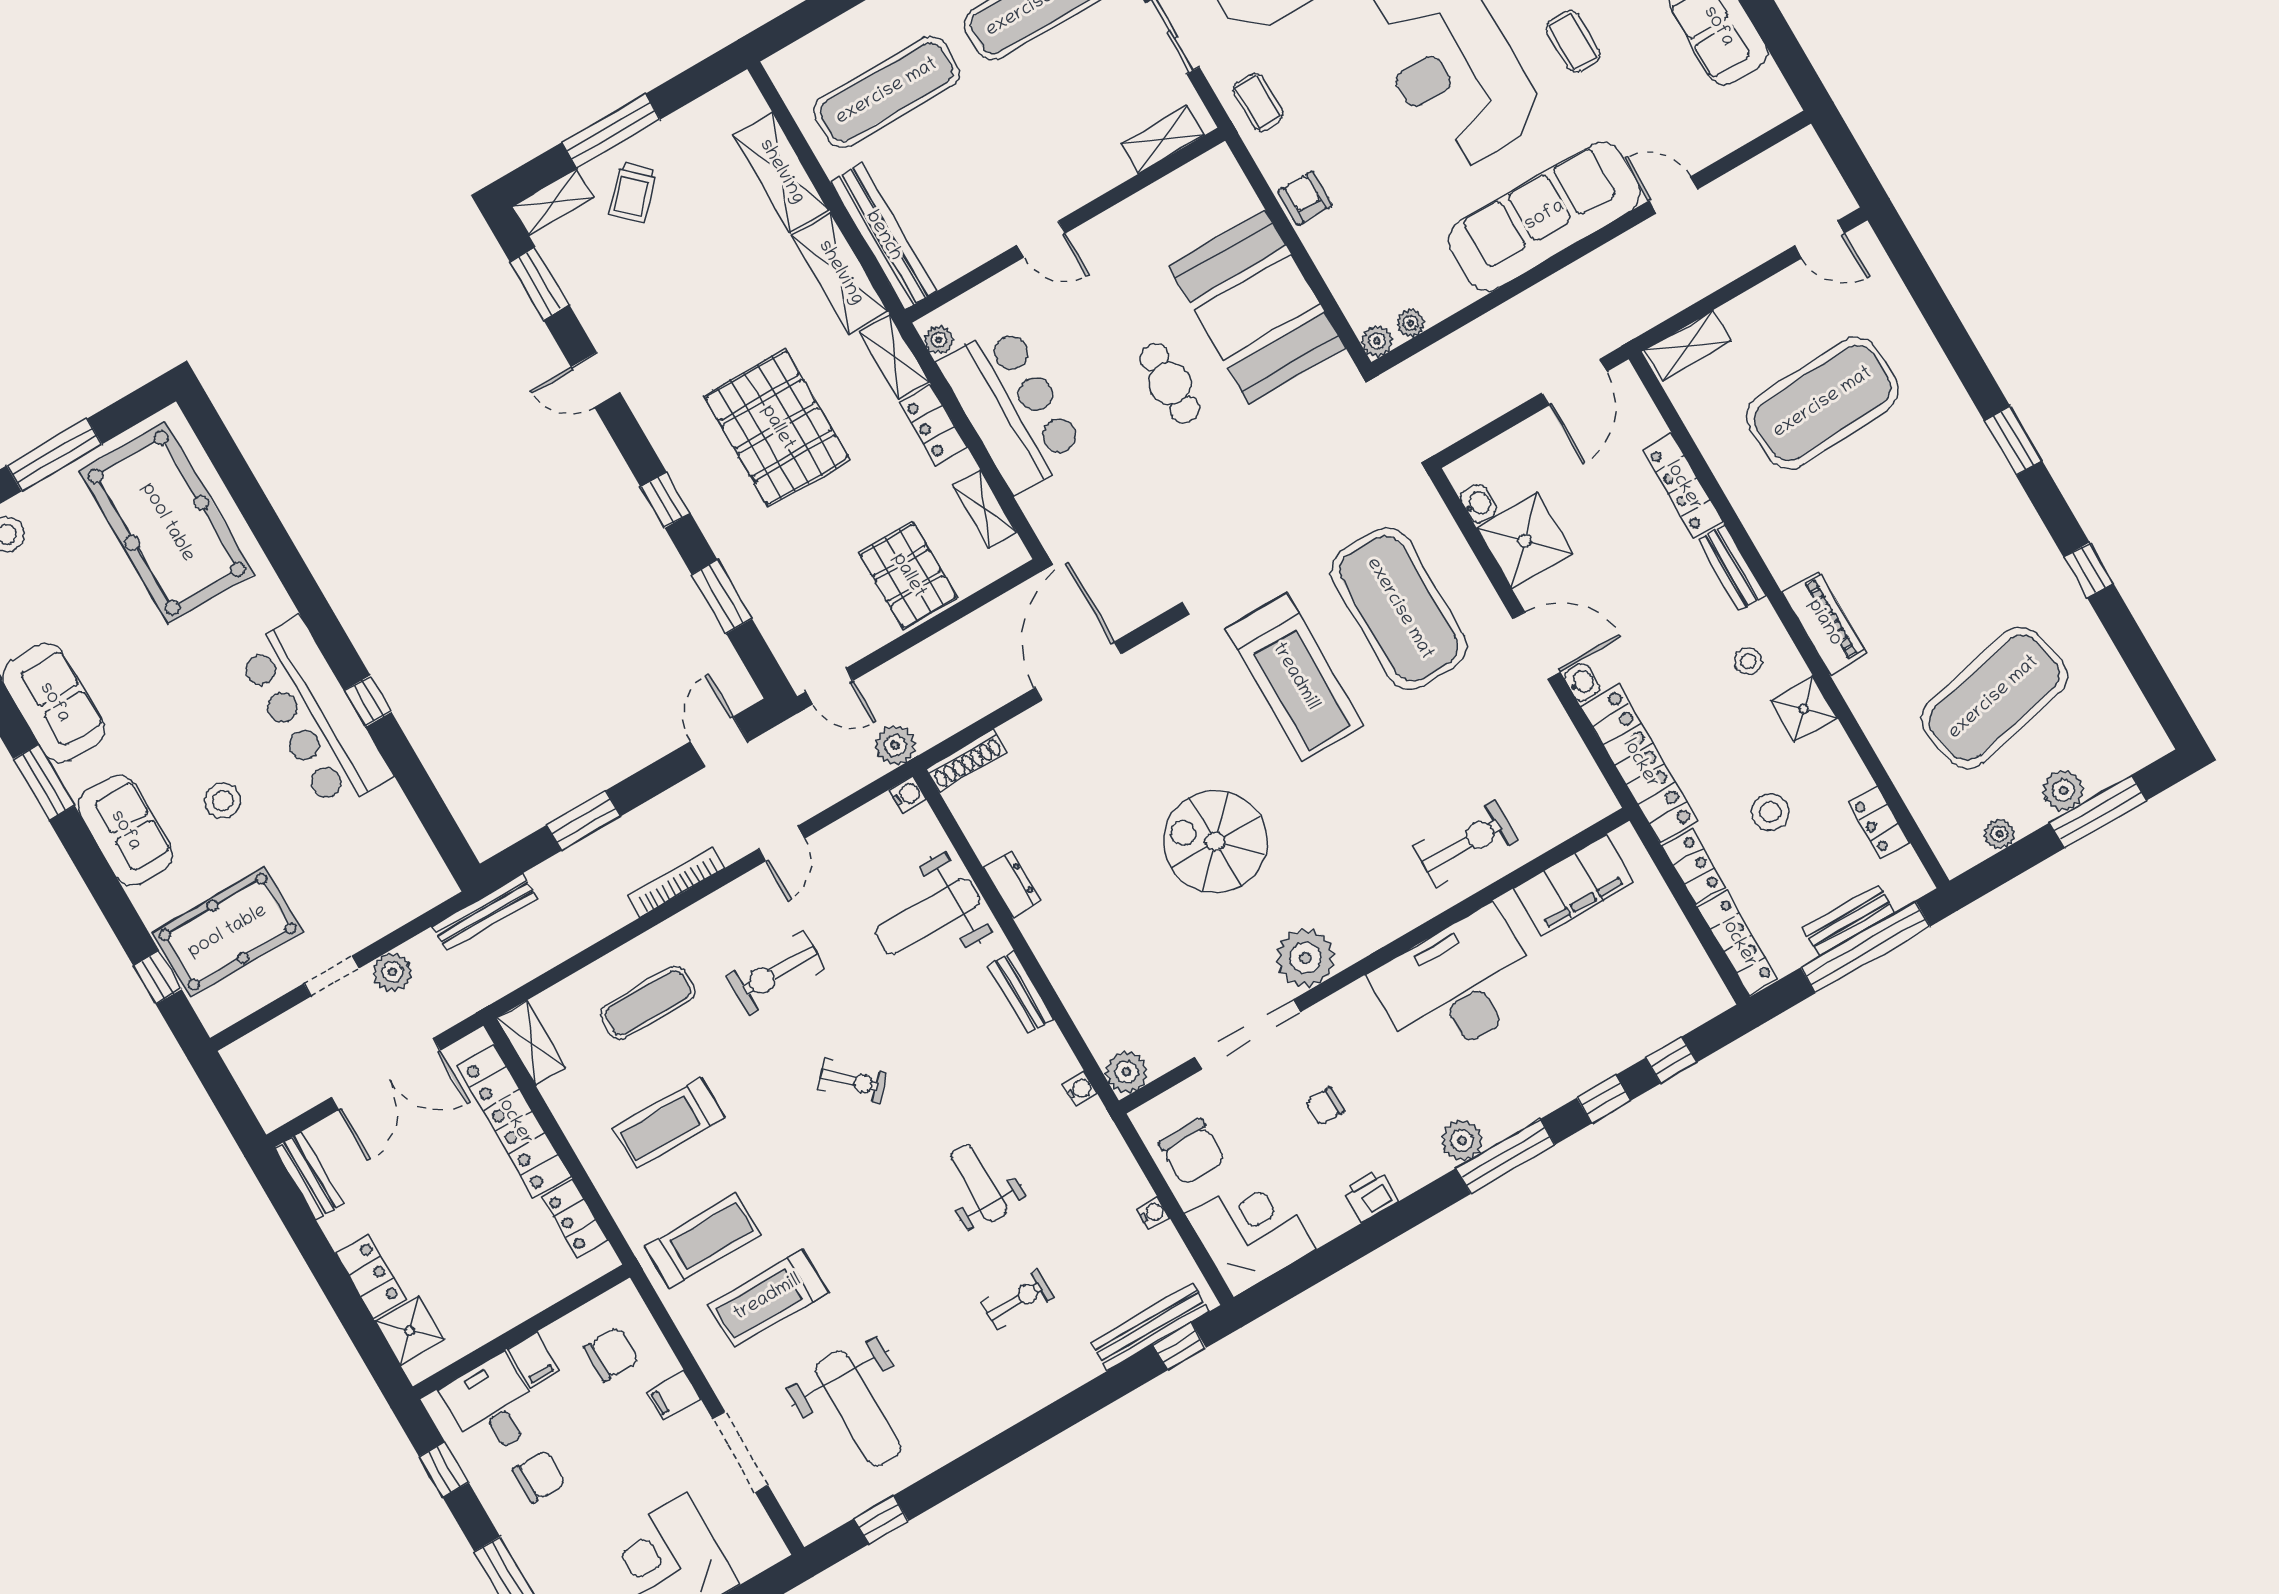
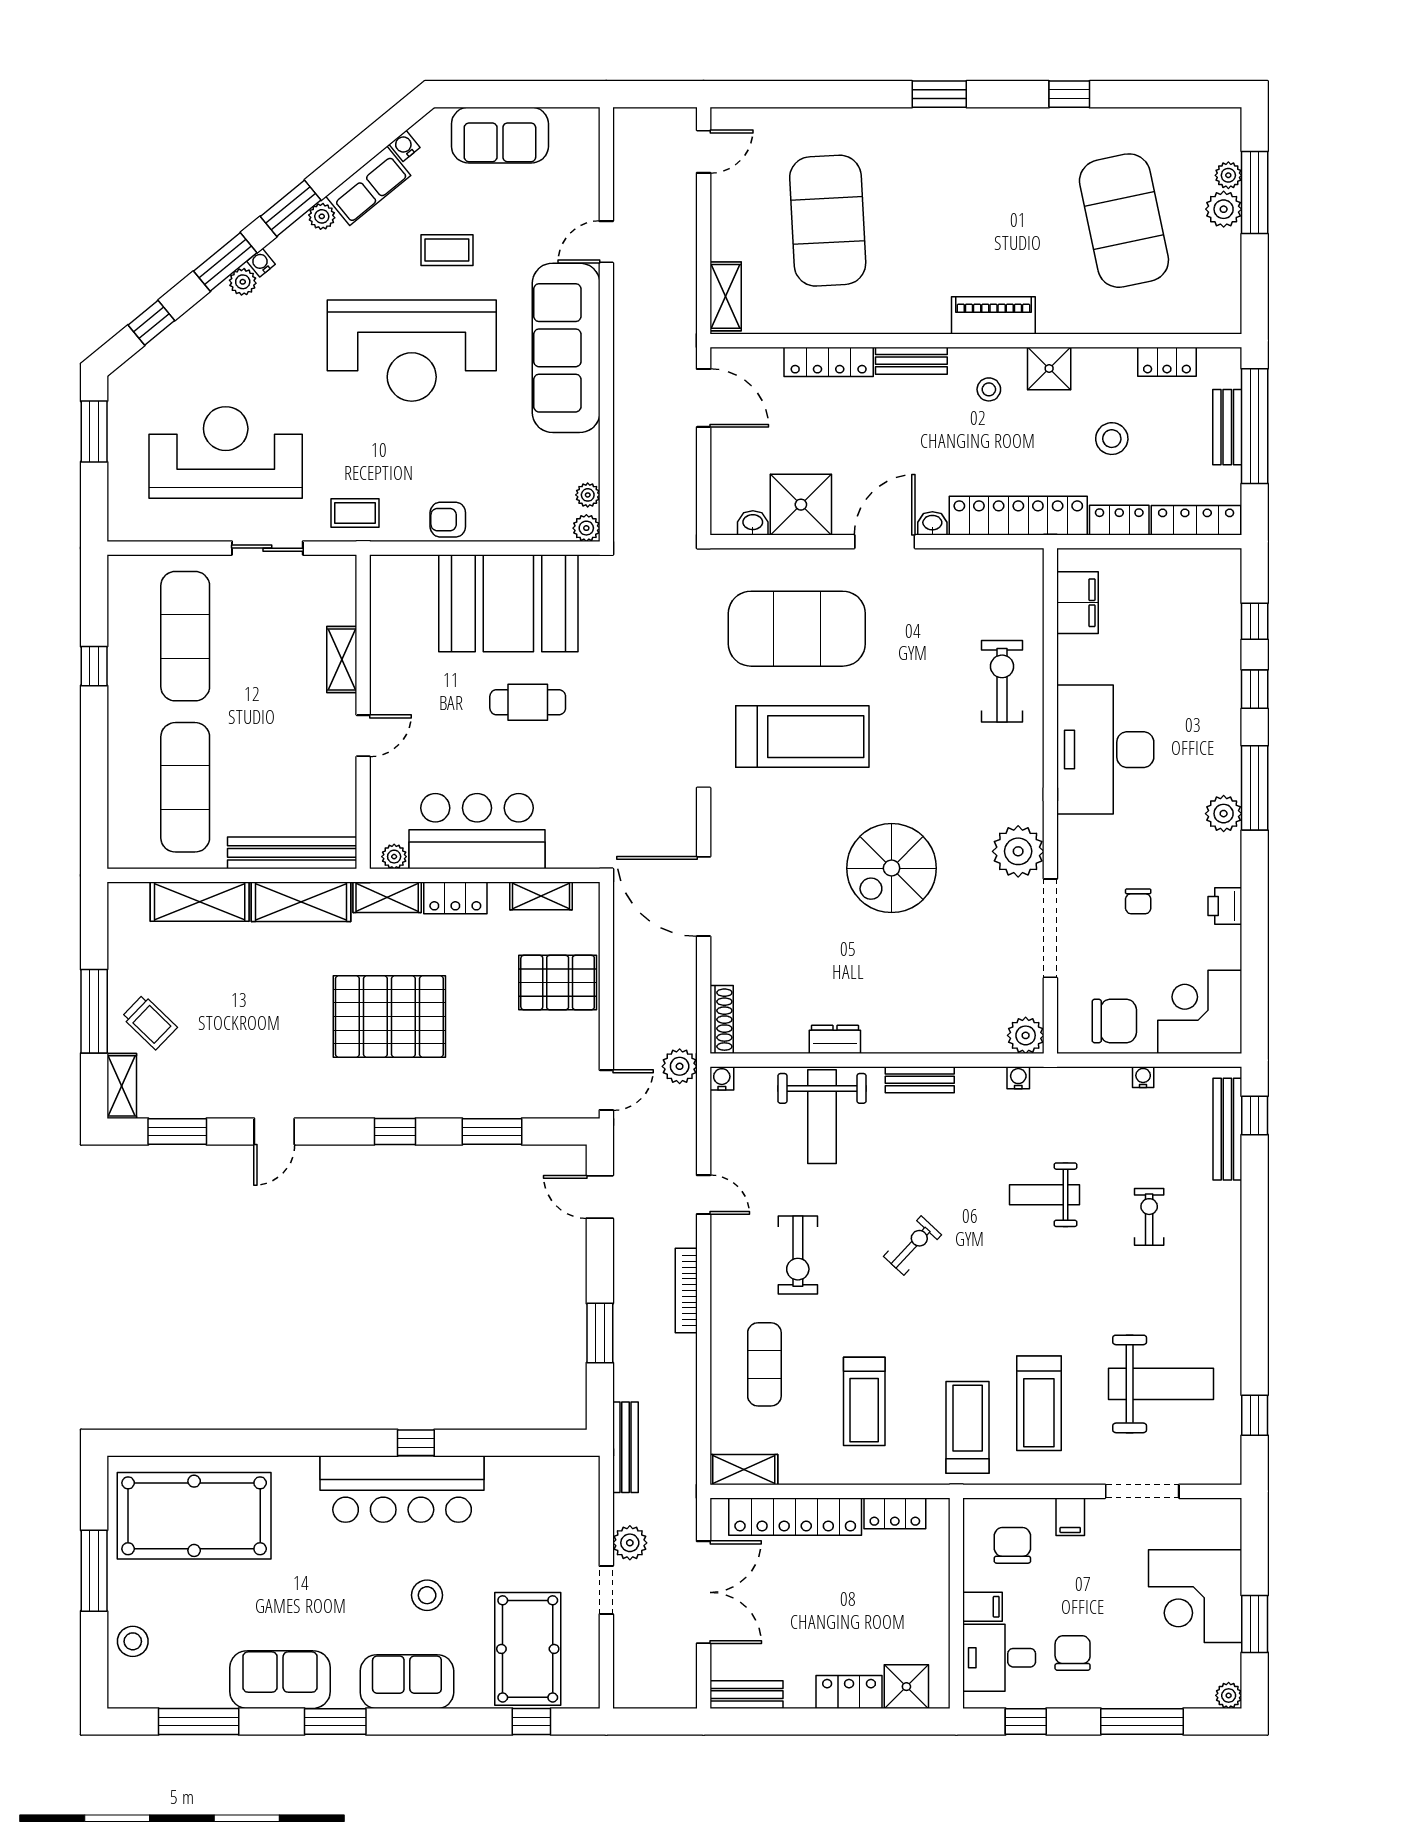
shelving: (1163, 140) -> (342, 659), moved
plant: (1999, 834) -> (1228, 175), moved
filing cabinet: (1574, 885) -> (1078, 603), width x0.67, depth x0.86

